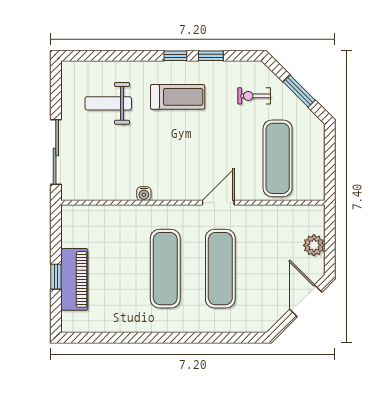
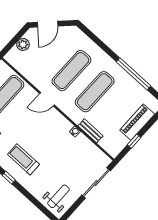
weight bench: (108, 103) -> (58, 196), moved, turned -90
bench: (124, 213) -> (91, 131), added
window: (56, 277) -> (134, 141), moved
window: (136, 338) -> (133, 74), added

